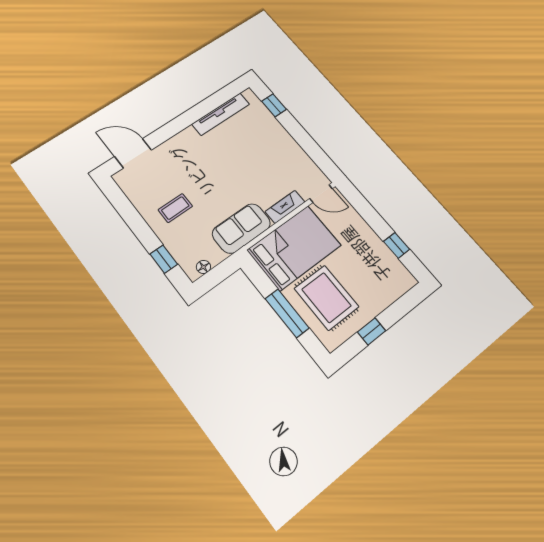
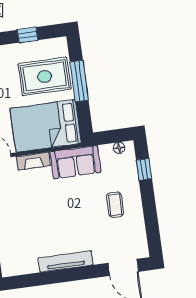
tv unit: (221, 114) -> (66, 261), moved
coffee table: (175, 208) -> (115, 205), turned 90
rug: (326, 298) -> (45, 76), turned 90

